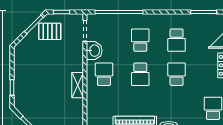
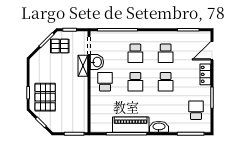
school desk: (140, 40) -> (135, 53), turned 180
school desk: (177, 74) -> (166, 82), turned 180
shelving: (78, 85) -> (83, 66), moved
pallet: (32, 93) -> (45, 97), added

